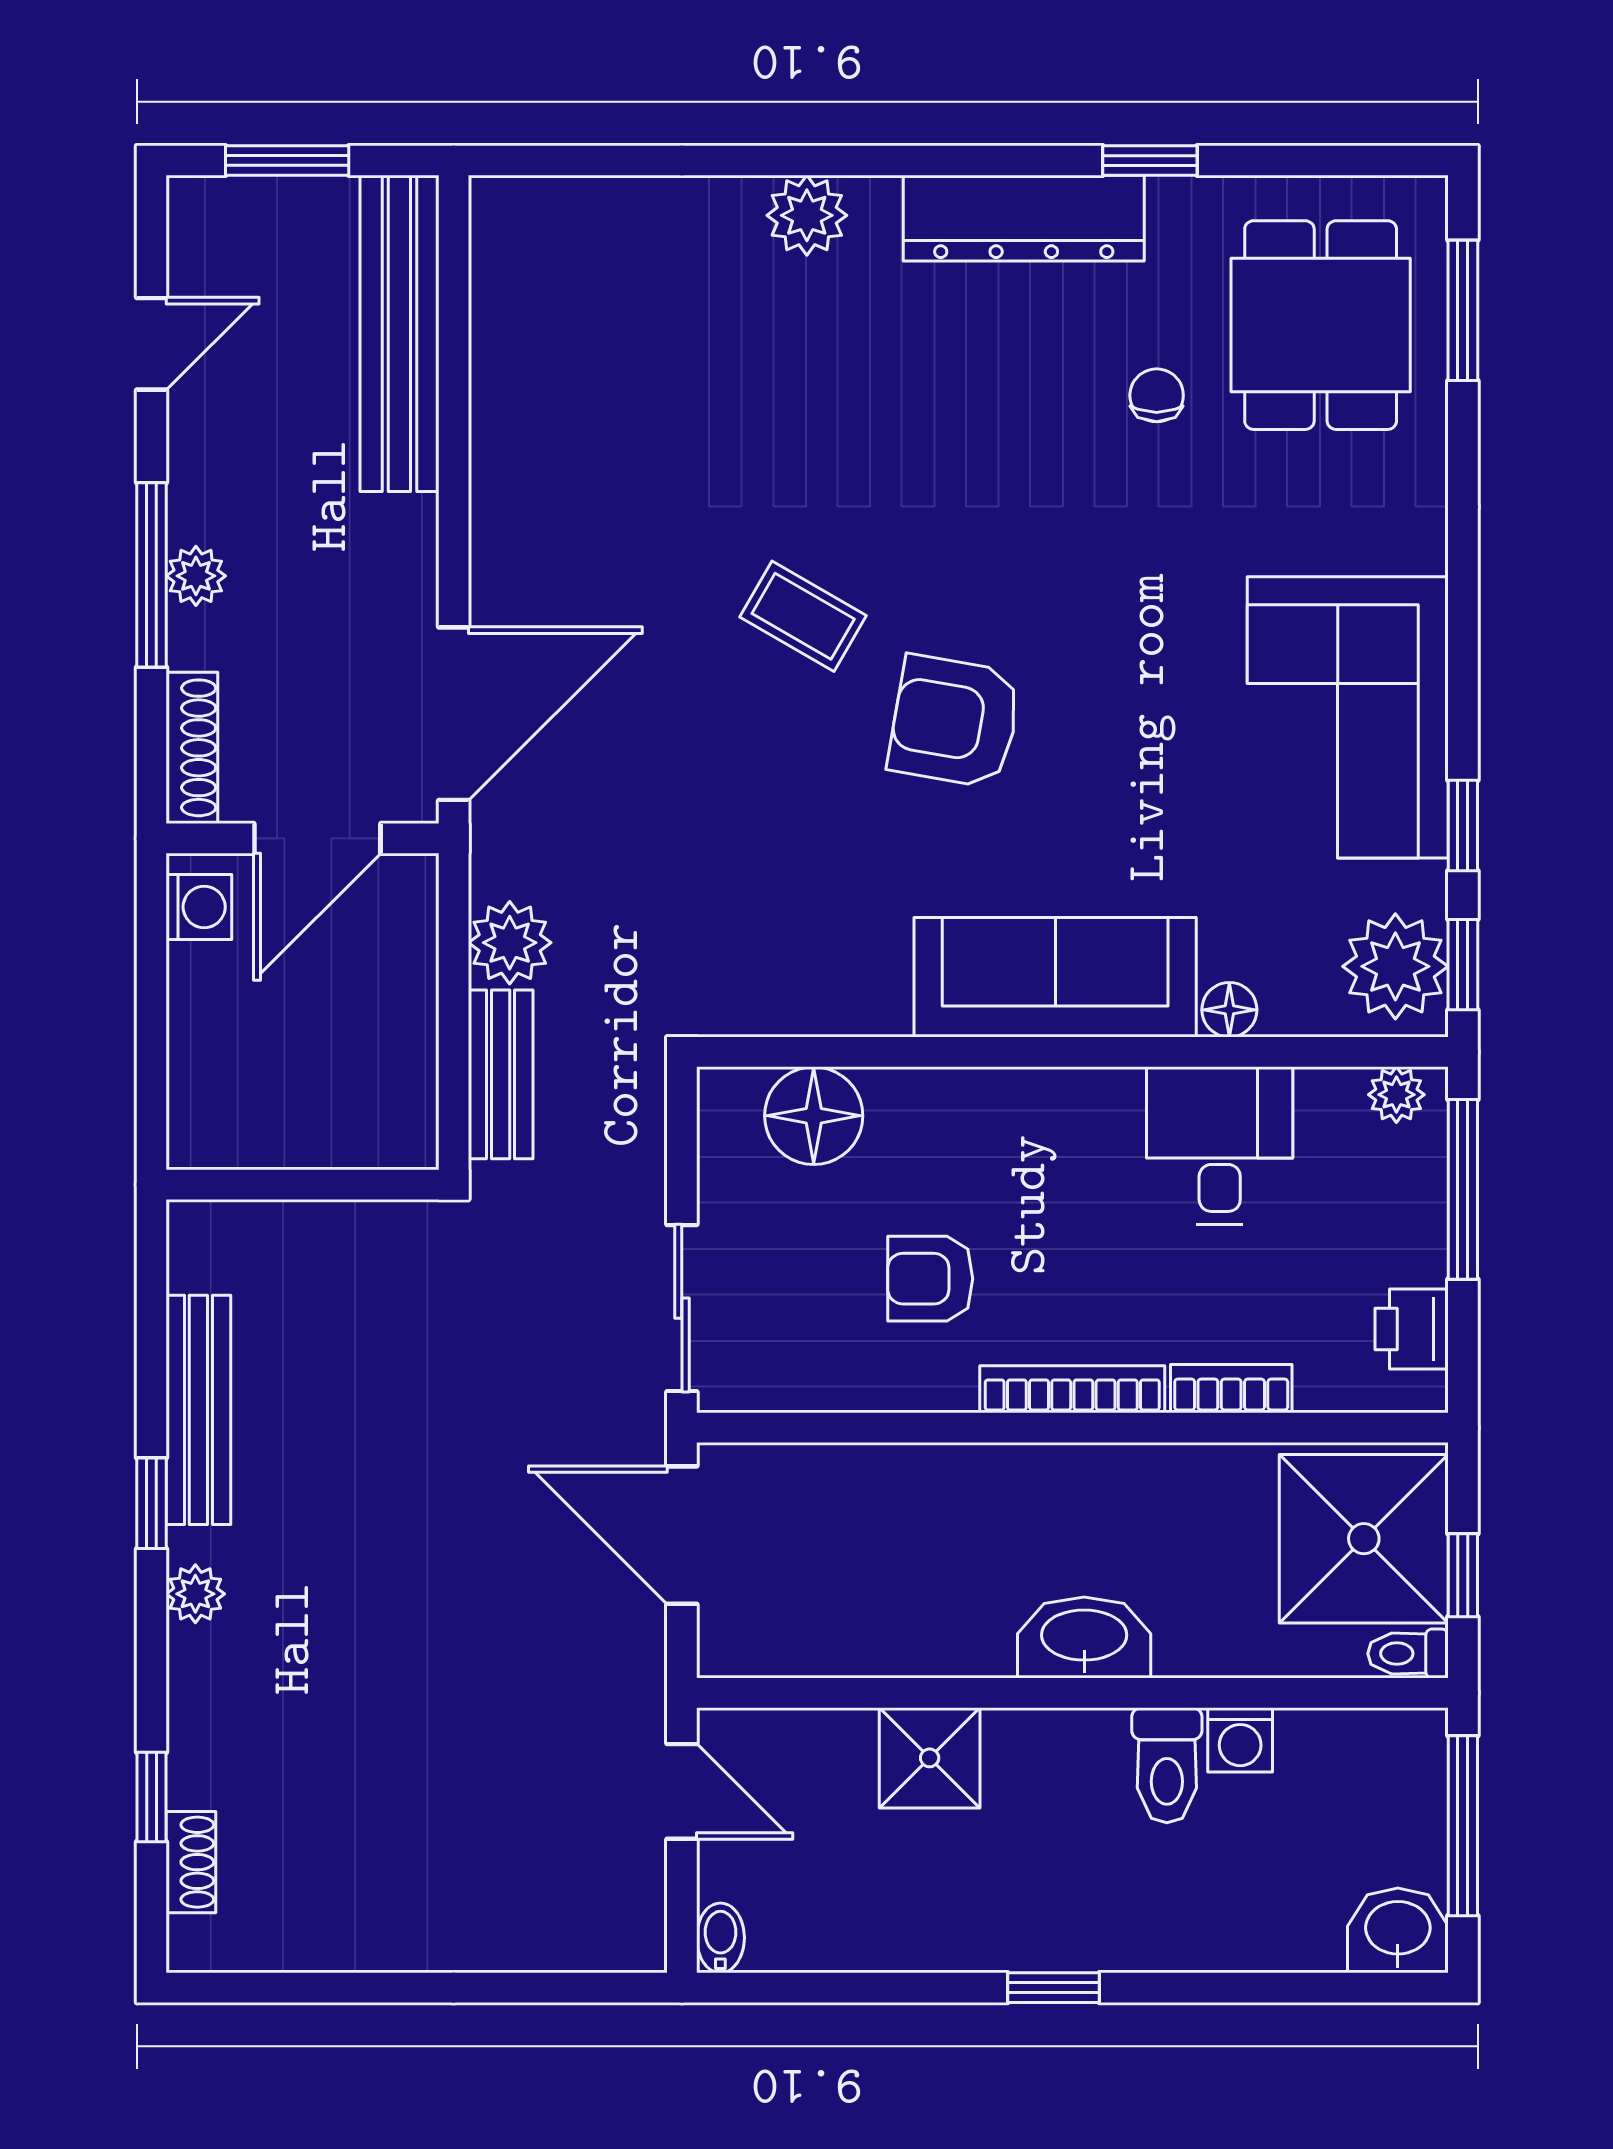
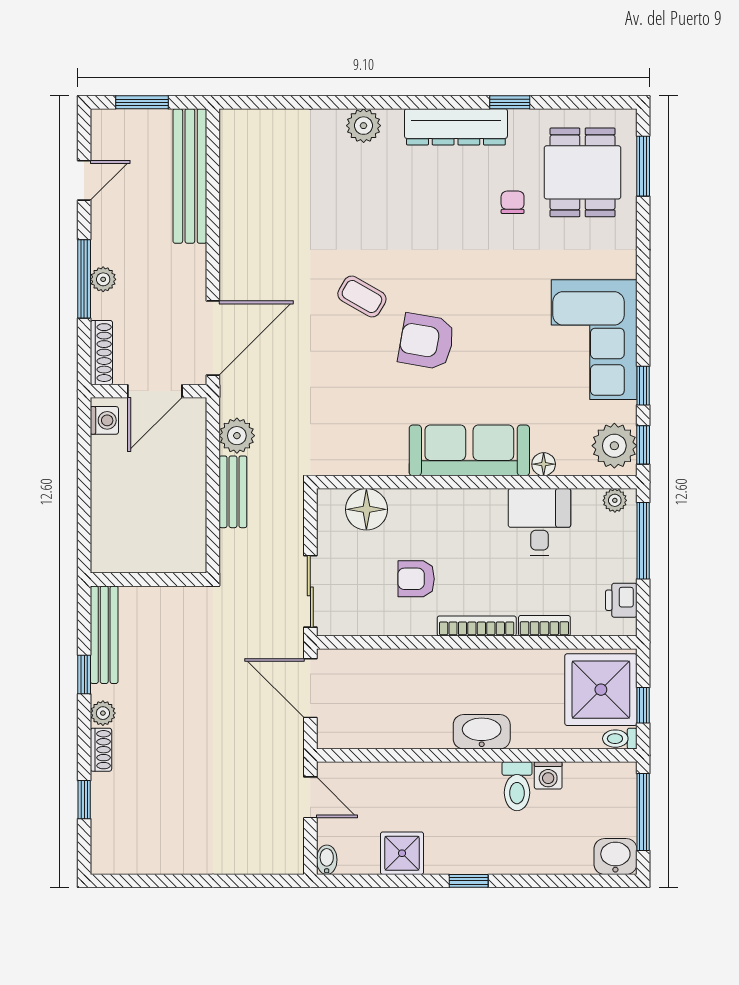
wall: (303, 1185) -> (149, 580), moved
shower: (930, 1758) -> (402, 853), moved
shoe rack: (191, 1862) -> (101, 750), moved

